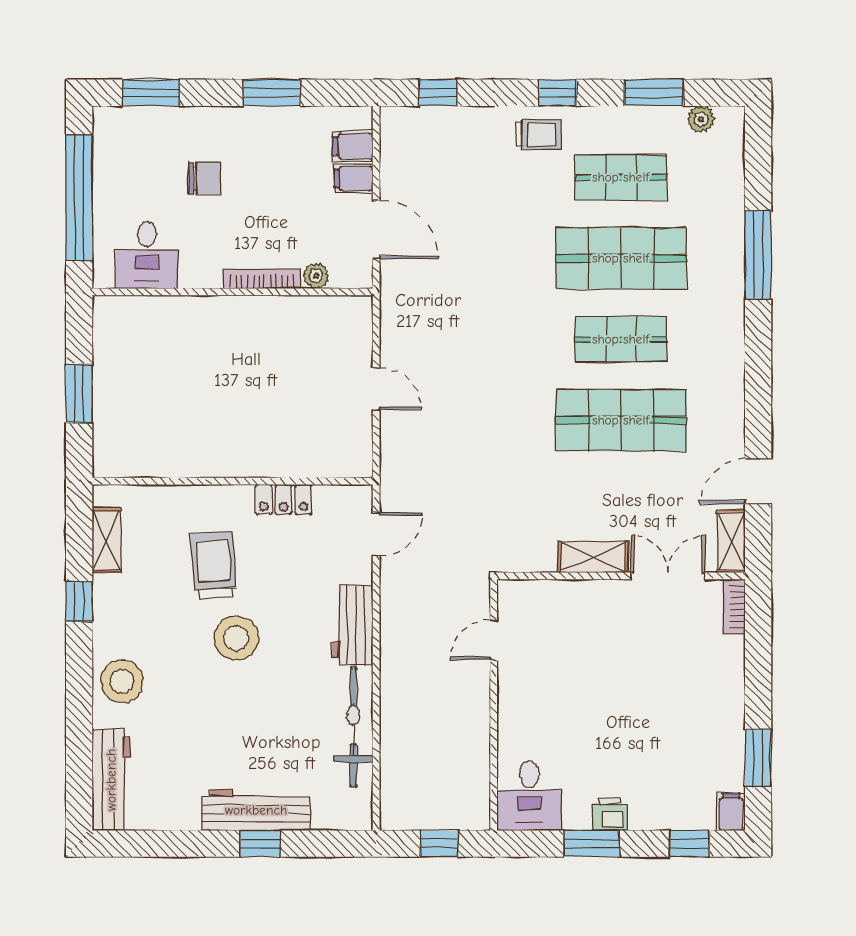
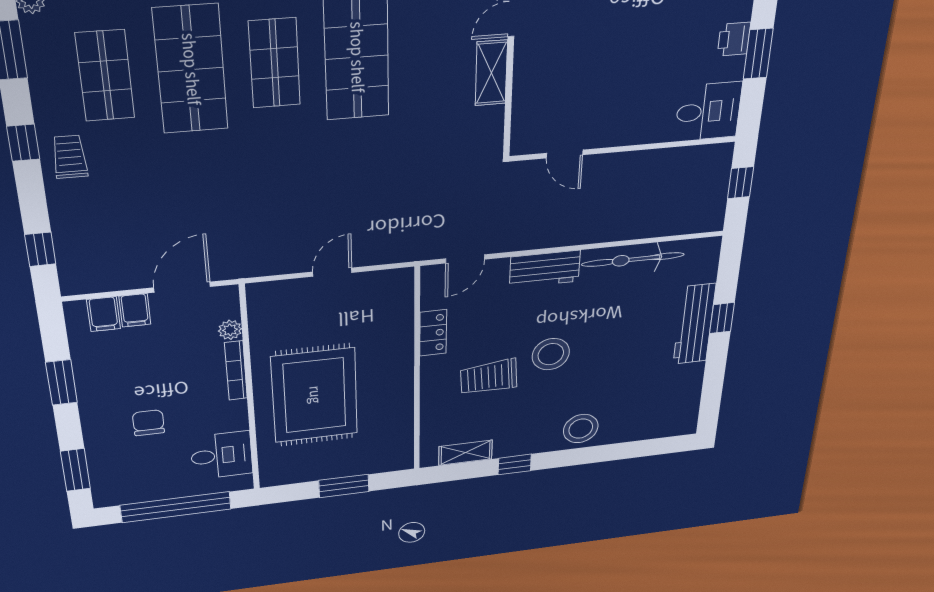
rug: (216, 364) -> (315, 395), added
door: (376, 534) -> (465, 259), swing flipped
workbench: (111, 780) -> (658, 426), removed

